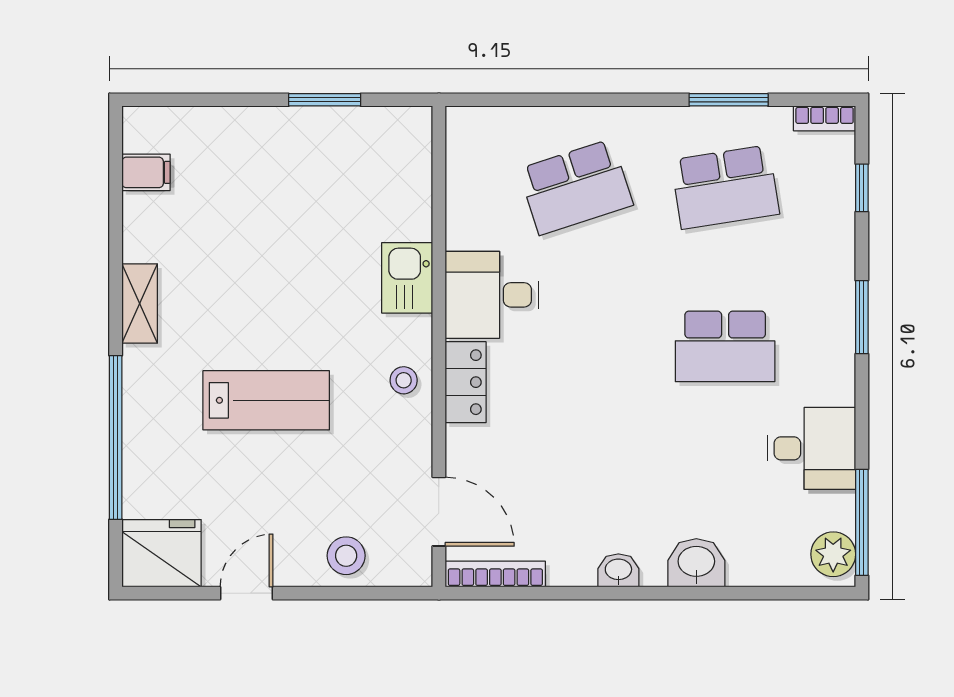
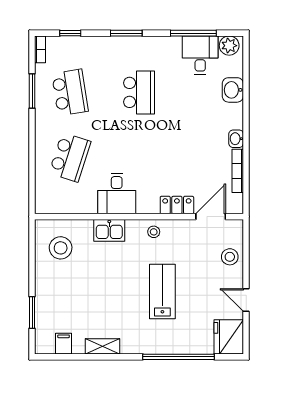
window: (325, 100) -> (32, 313), moved
stool: (367, 166) -> (61, 248), added
school desk: (576, 187) -> (70, 157), turned 36
shelving: (140, 304) -> (102, 346), moved
locker: (466, 382) -> (177, 205), moved
desk: (811, 448) -> (200, 55), moved
window: (862, 522) -> (193, 33), moved
washbasin: (696, 563) -> (233, 90), moved
bookcase: (495, 574) -> (238, 171), moved

